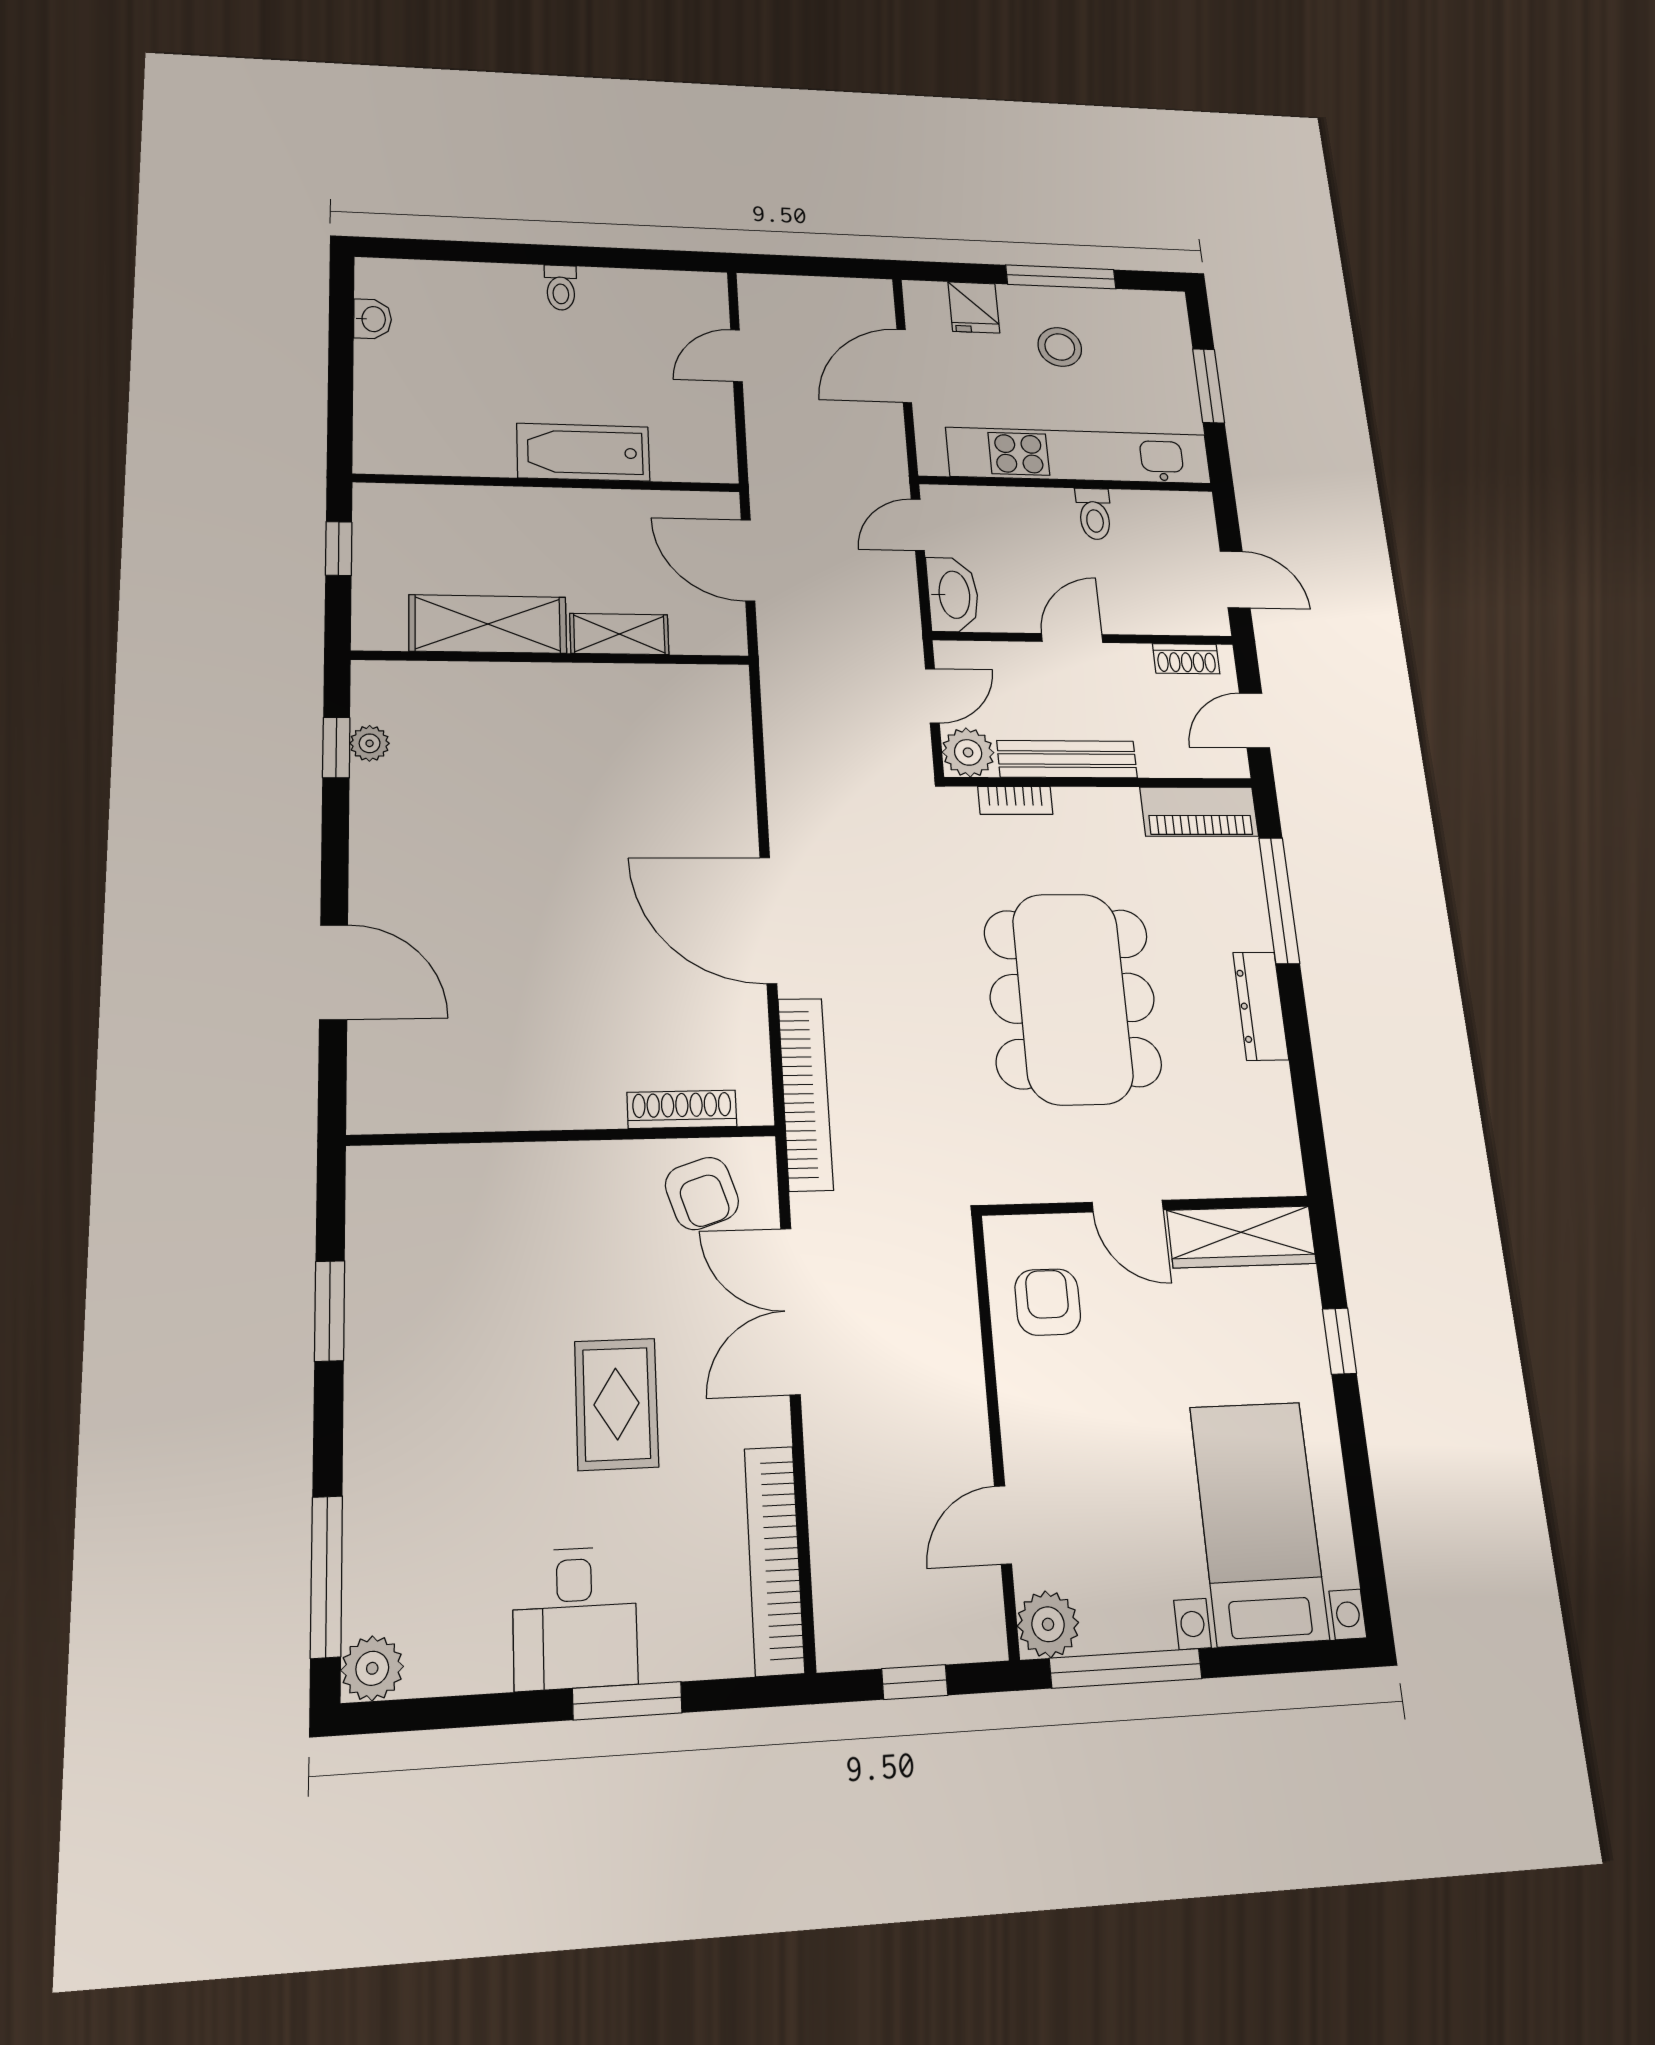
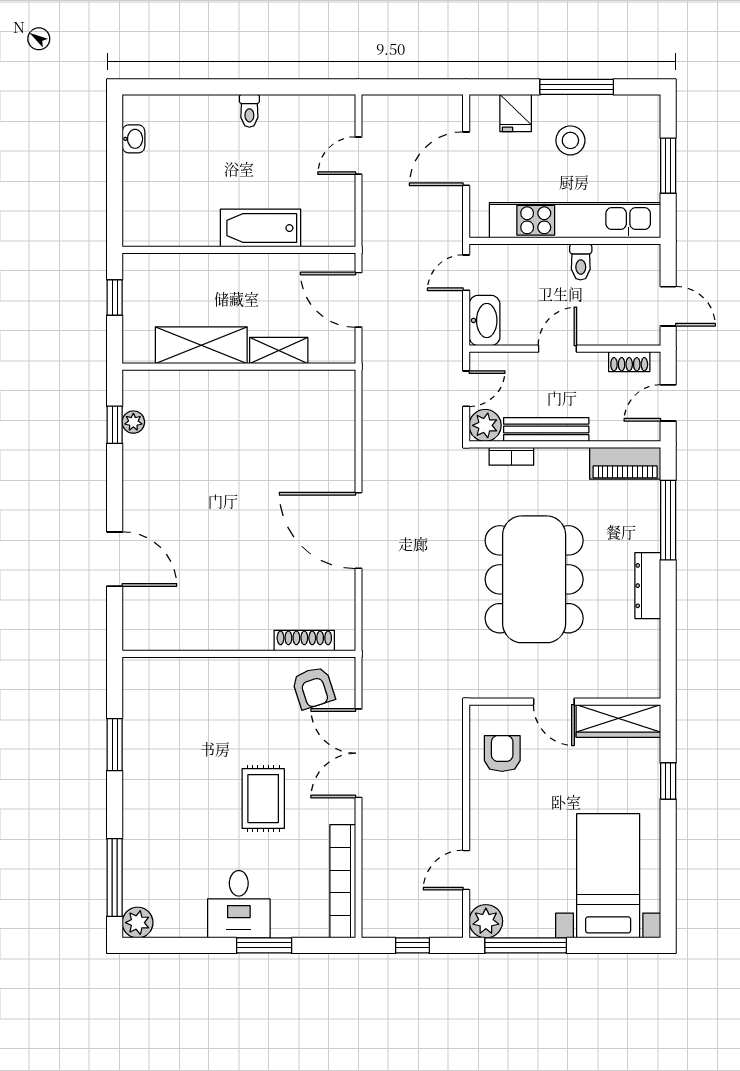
bookcase: (805, 1094) -> (374, 633), removed

